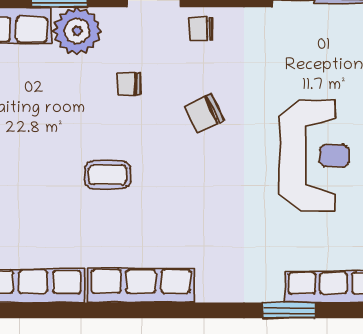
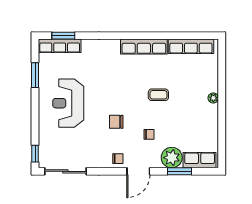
chair: (204, 113) -> (116, 122), turned -153
window: (289, 310) -> (63, 36), moved

